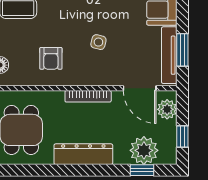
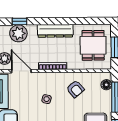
armchair: (51, 58) -> (75, 89), turned 140

